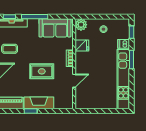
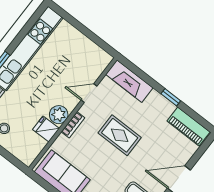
plant: (81, 25) -> (59, 115), moved
fireplace: (39, 103) -> (129, 81), moved

